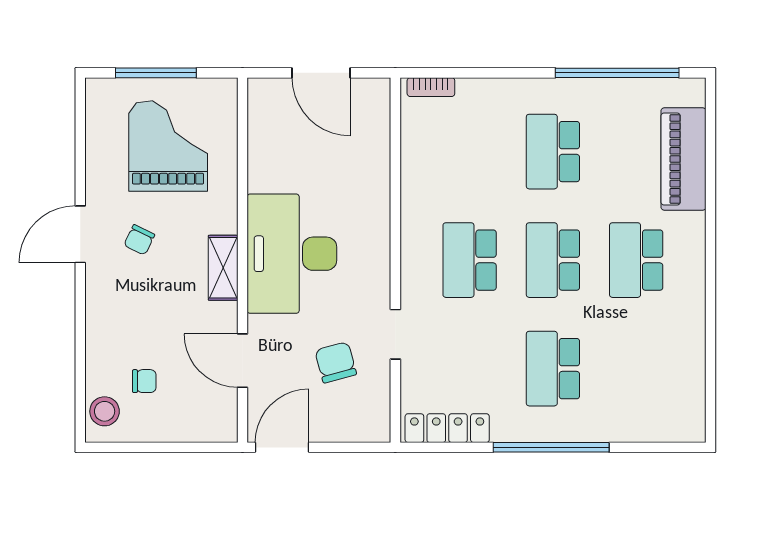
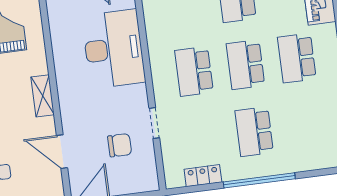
desk: (292, 254) -> (114, 49), moved, turned 180
chair: (336, 362) -> (120, 145), turned 105
locker: (447, 428) -> (203, 176), width x0.66

